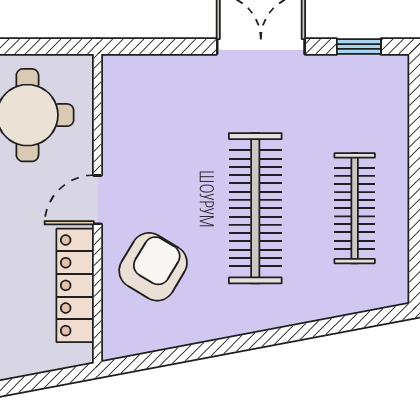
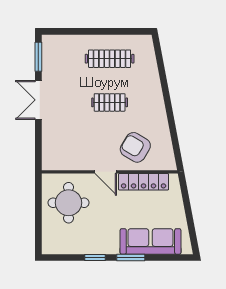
window: (359, 46) -> (38, 57), width x1.50
clothes rail: (255, 208) -> (110, 102), width x0.54, depth x0.76

